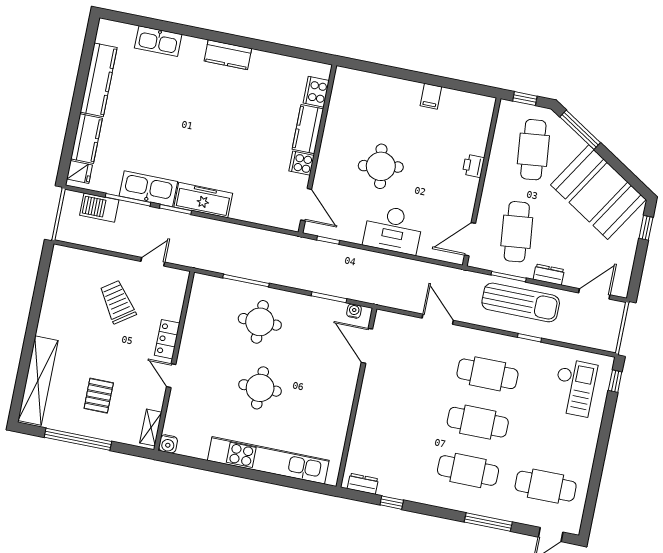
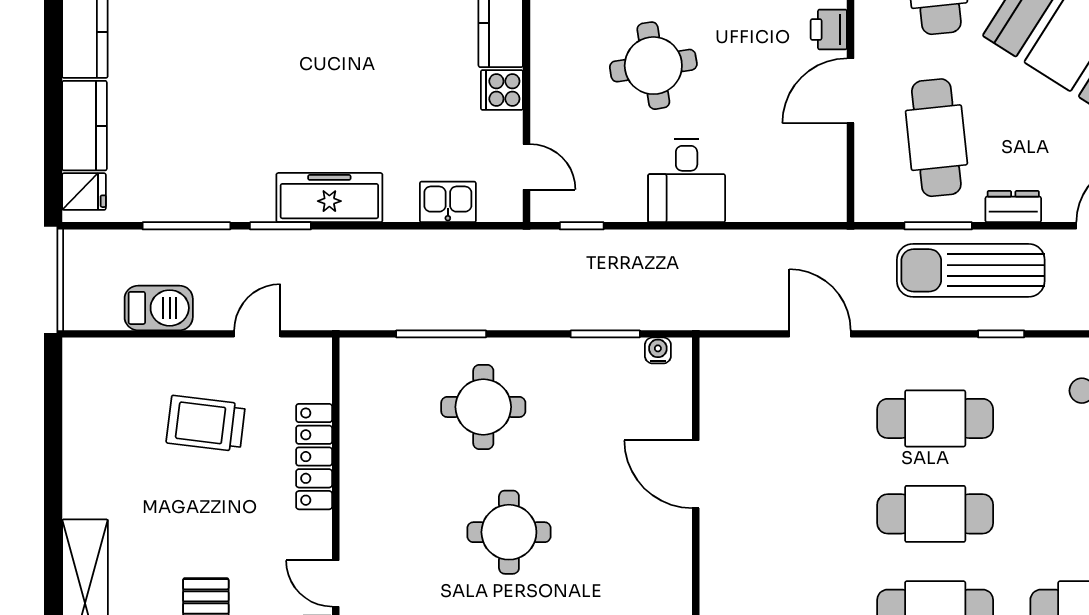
kitchen sink: (148, 189) -> (448, 202), moved, width x0.53, depth x0.81
door: (306, 205) -> (527, 167), width x0.73
barbecue: (99, 208) -> (159, 308), moved, turned 180
desk: (393, 229) -> (687, 181), width x0.73
door: (470, 239) -> (851, 91), moved
trolley: (118, 302) -> (206, 423), turned -48
sun lounger: (521, 302) -> (971, 270), turned 180
locker: (167, 339) -> (314, 457), width x1.53
door: (367, 346) -> (696, 474), moved
door: (171, 376) -> (336, 584), moved

